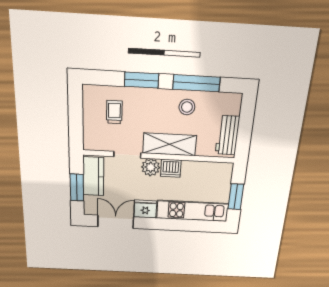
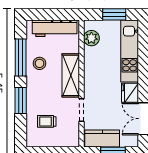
workbench: (227, 135) -> (55, 28), width x1.37
plant: (151, 167) -> (91, 38), moved
dishwasher: (171, 168) -> (91, 73), removed

